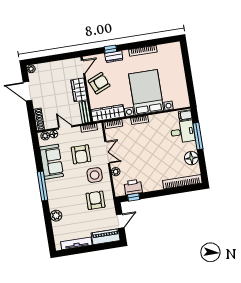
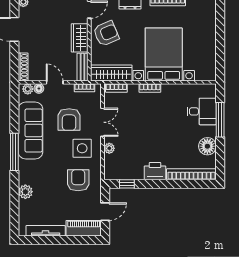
filing cabinet: (185, 115) -> (208, 91), removed
sofa: (51, 162) -> (30, 131), width x1.36
printer: (133, 187) -> (155, 171), moved

